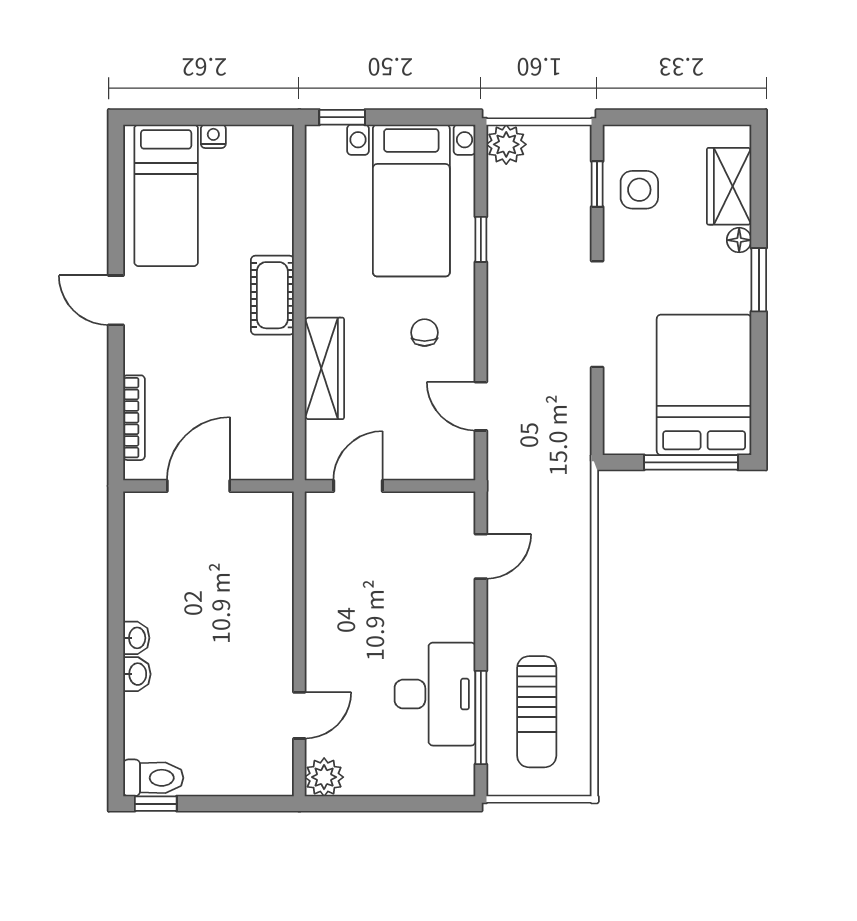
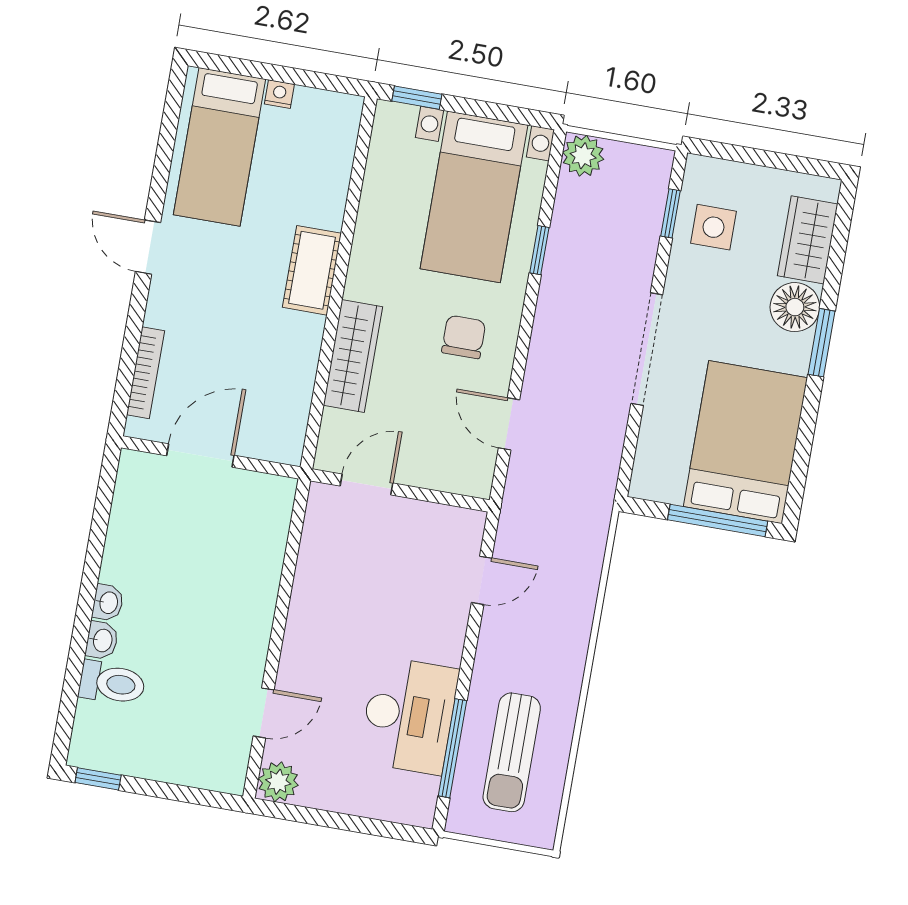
floor lamp: (739, 240) -> (795, 307), width x1.89, depth x1.89
chair: (425, 333) -> (464, 337), width x1.37, depth x1.37
toilet: (153, 778) -> (112, 683), moved

